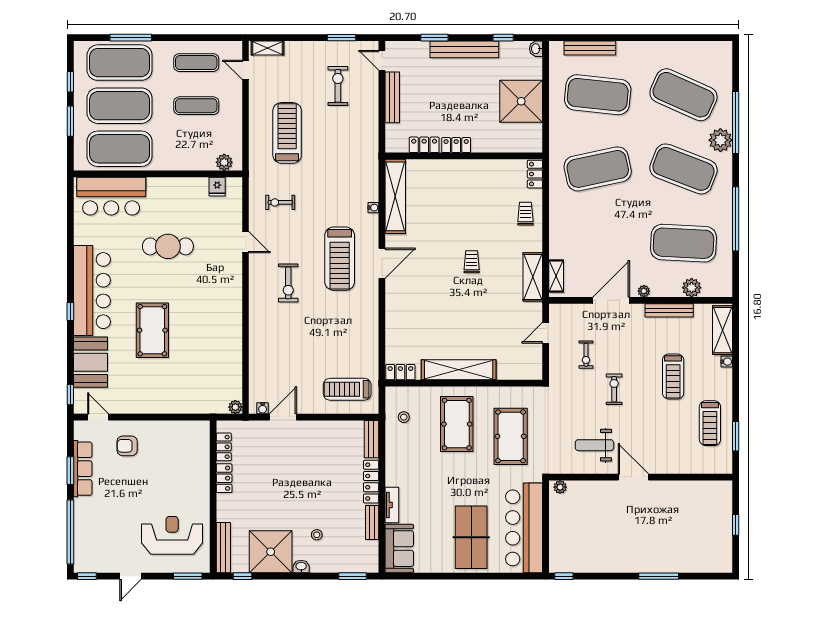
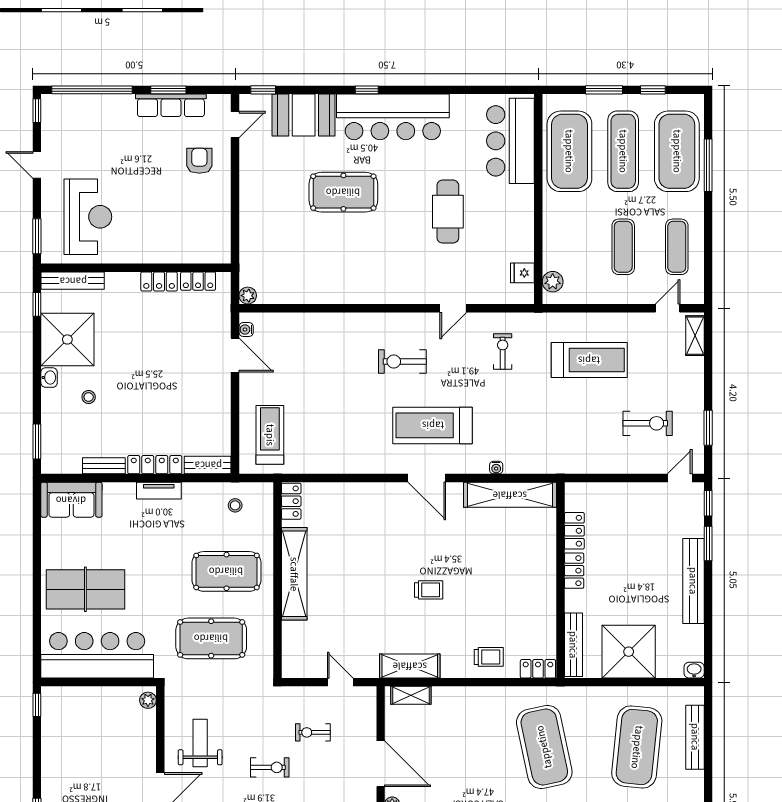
window: (503, 38) -> (708, 503), moved
bench: (392, 97) -> (573, 645), moved, turned 90
exercise mat: (120, 106) -> (623, 151), width x0.68
tv unit: (392, 505) -> (159, 491), moved

